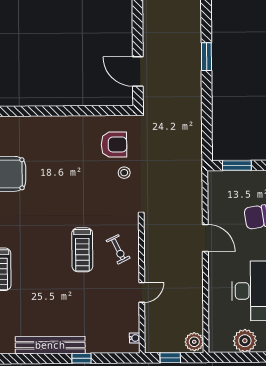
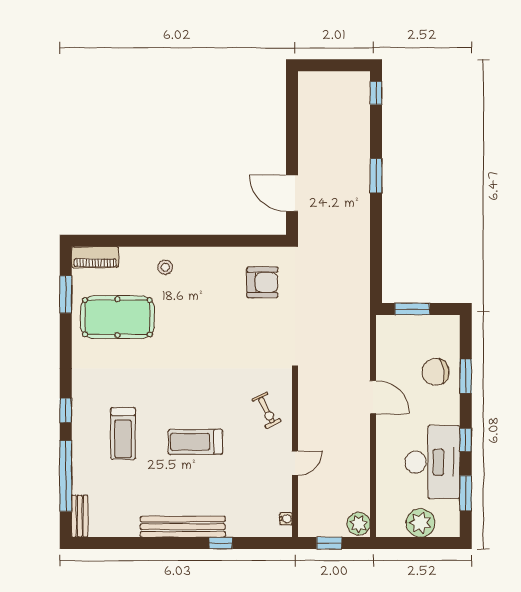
stool: (124, 173) -> (165, 267), moved
treadmill: (82, 250) -> (195, 442), moved, turned 90

